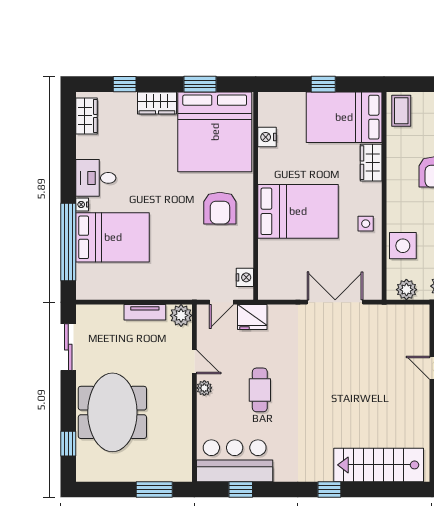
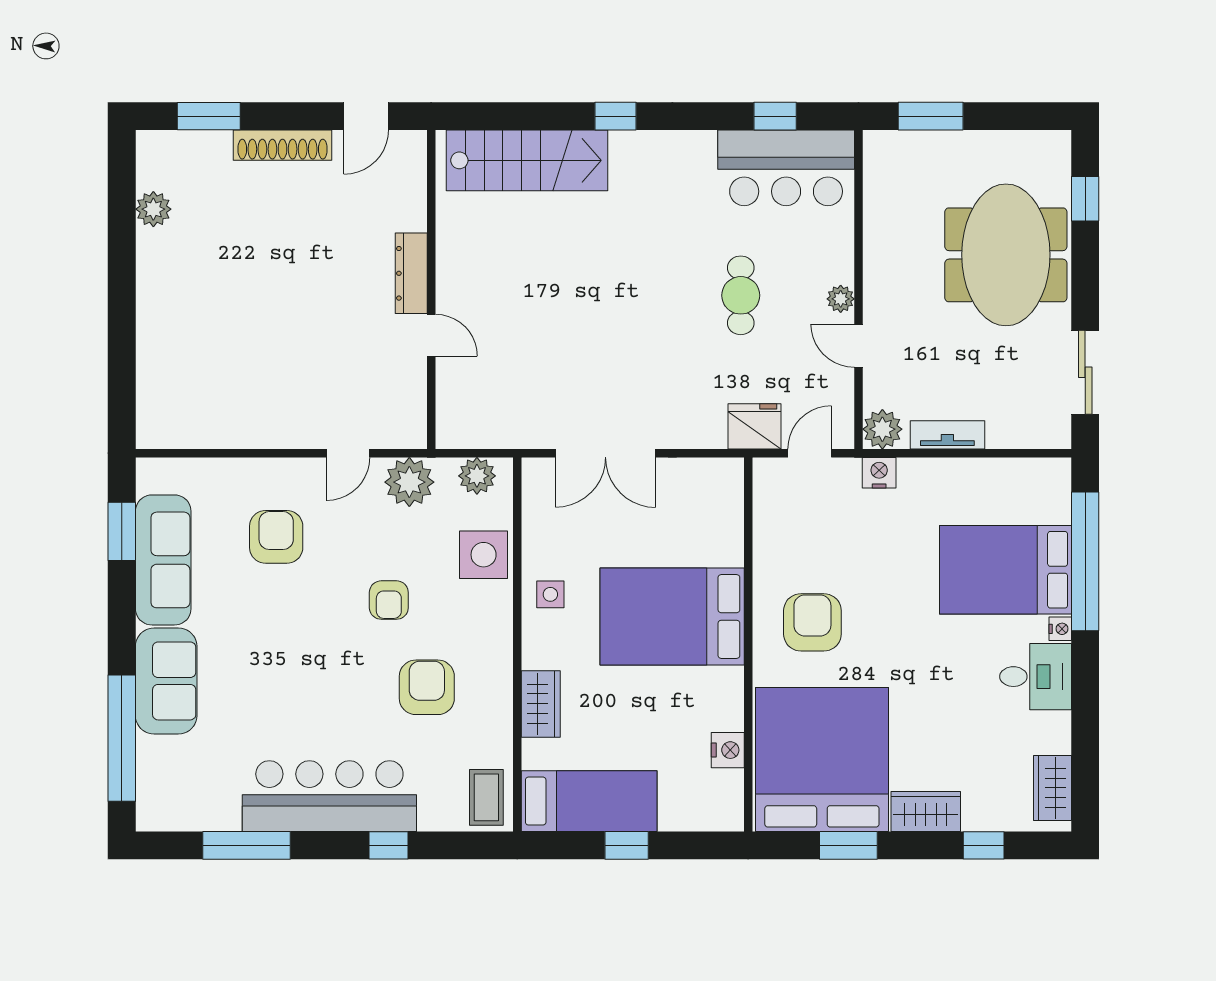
bed: (344, 117) -> (589, 801), width x0.67
nightstand: (245, 277) -> (879, 473), moved, turned 90

